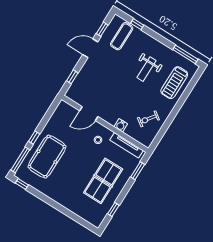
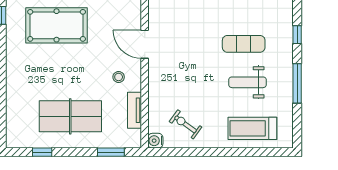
exercise mat: (122, 36) -> (244, 44), moved
window: (185, 54) -> (297, 83), moved
water cooler: (121, 125) -> (155, 141), moved
tv unit: (126, 145) -> (135, 110), width x0.71

